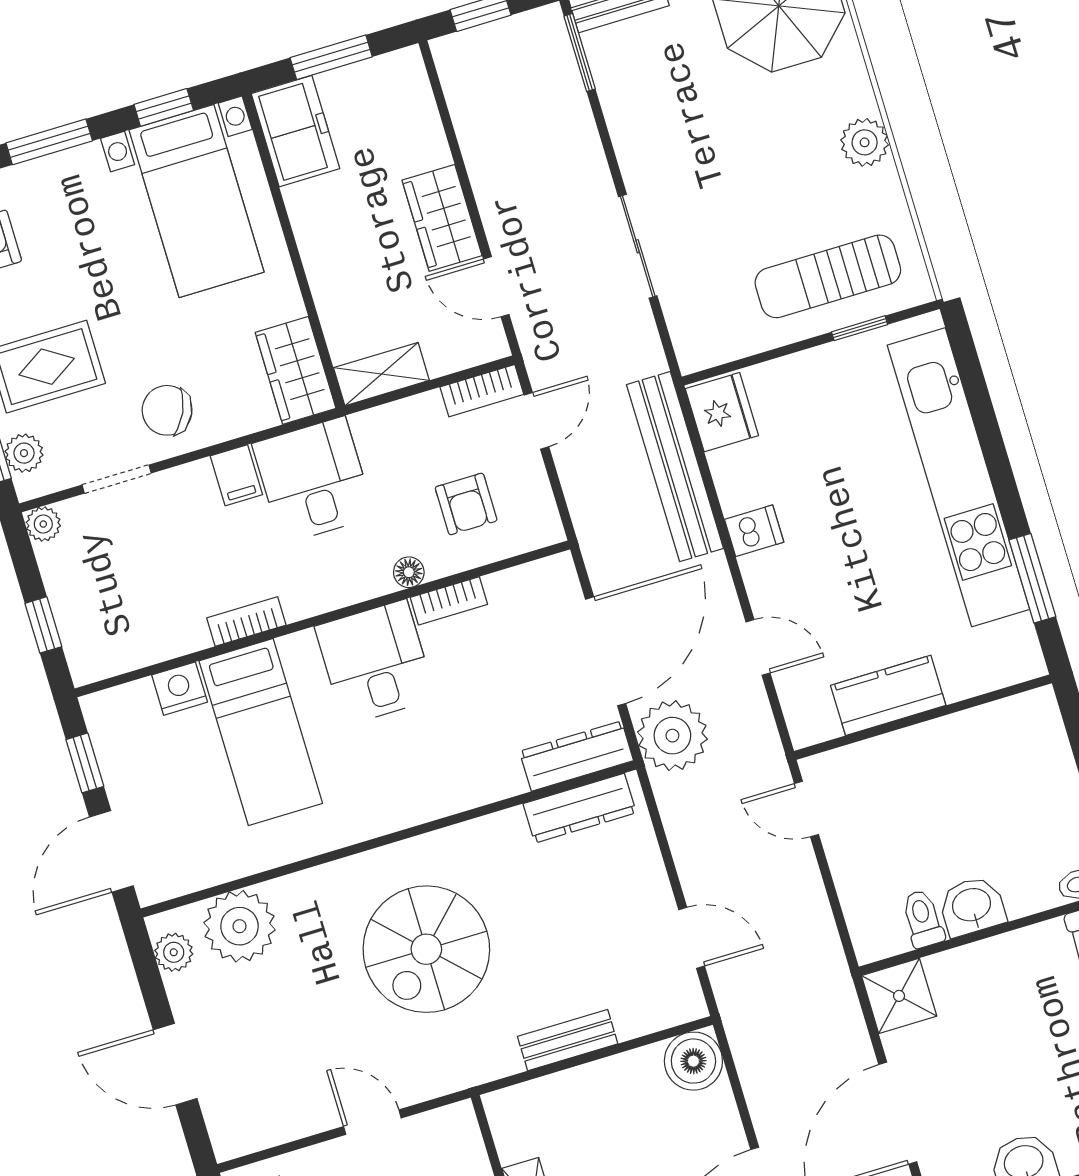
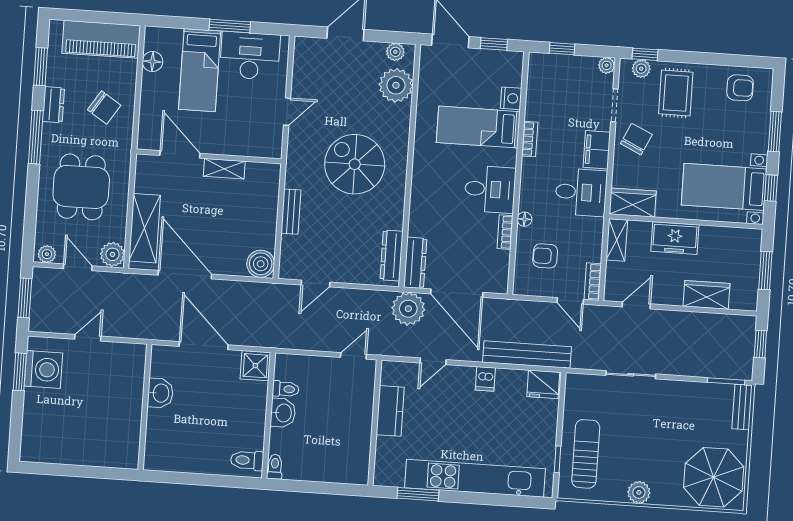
freezer: (295, 131) -> (675, 238), moved
wardrobe: (442, 218) -> (707, 295), moved
filing cabinet: (236, 475) -> (597, 150), width x2.00

